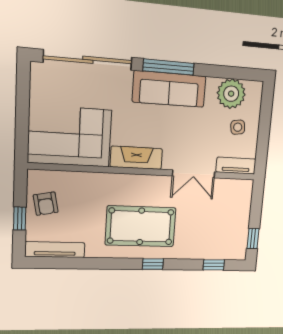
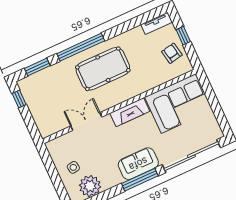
sofa: (169, 89) -> (138, 164), width x0.73
tv unit: (236, 166) -> (60, 142), removed
tv unit: (55, 250) -> (157, 23), width x0.71
window: (153, 264) -> (81, 47), width x3.17
window: (214, 265) -> (37, 67), width x1.50

